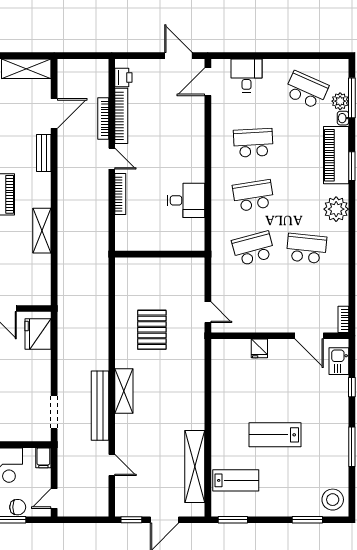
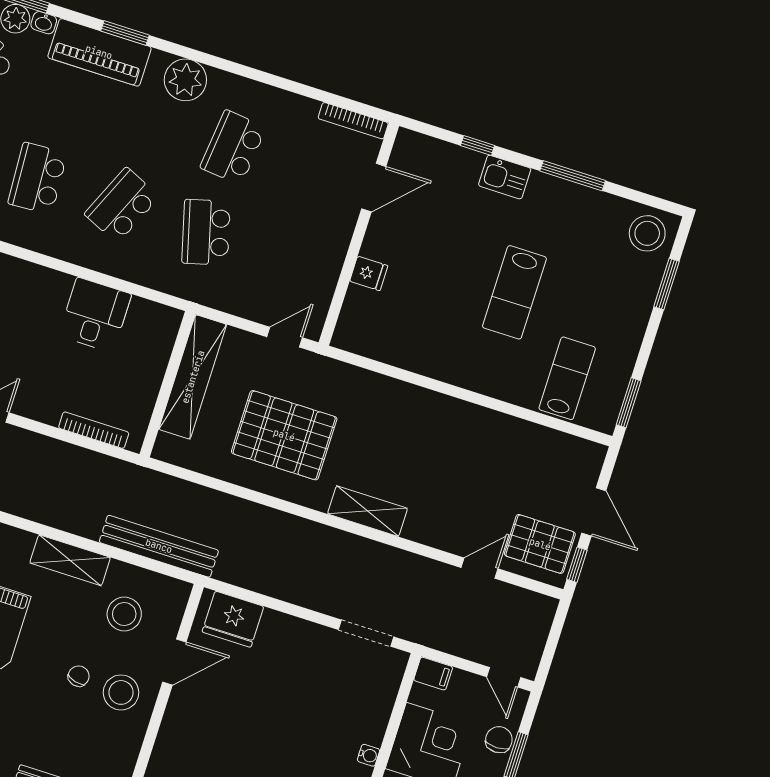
bookcase: (120, 194) -> (94, 430), moved
school desk: (253, 196) -> (122, 205), turned 33
stool: (21, 271) -> (124, 614), added
bookcase: (343, 319) -> (353, 121), width x1.56
pallet: (152, 330) -> (284, 435), width x1.37, depth x1.41
kitchen sink: (339, 361) -> (505, 177), moved
bench: (100, 406) -> (159, 546), moved
shelving: (195, 466) -> (193, 377), moved, turned 90
pallet: (136, 495) -> (540, 544), added

